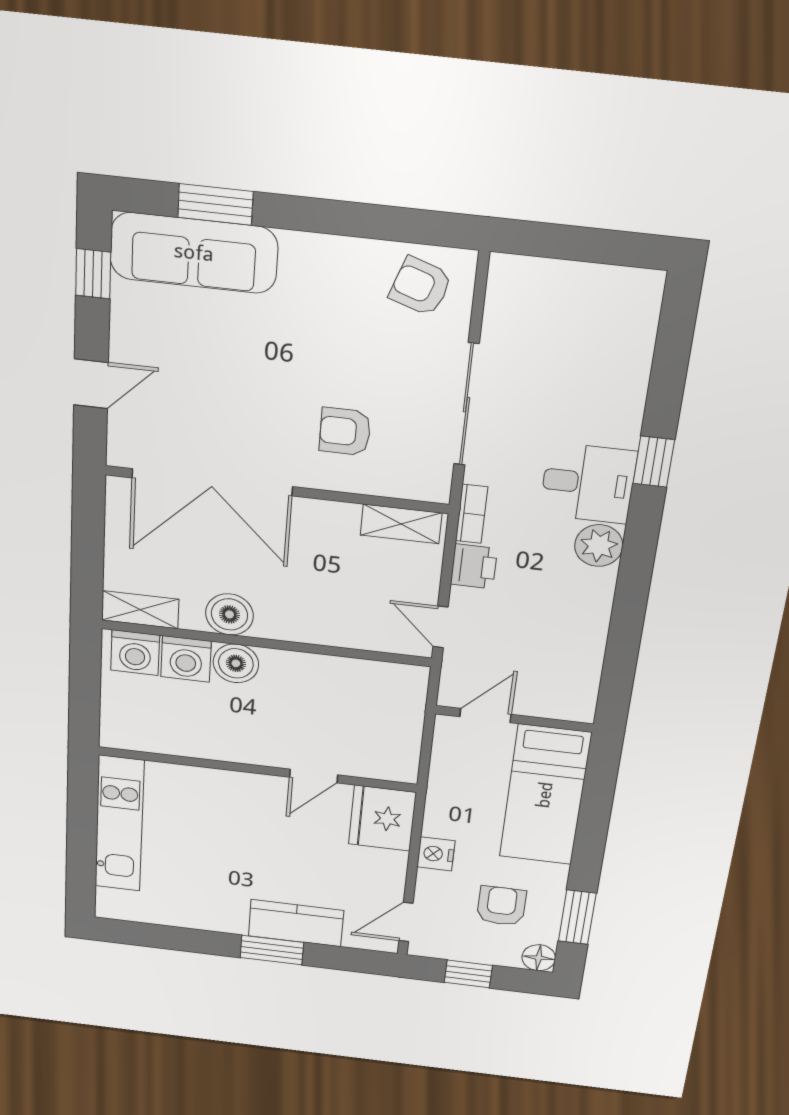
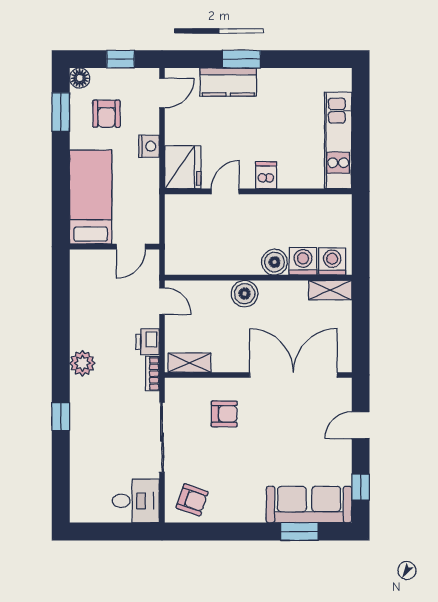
desk: (588, 483) -> (136, 501), moved, turned 180
boiler: (229, 614) -> (245, 294), moved
dishwasher: (242, 791) -> (266, 175), added

